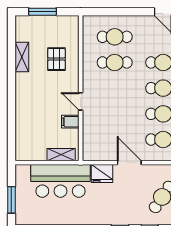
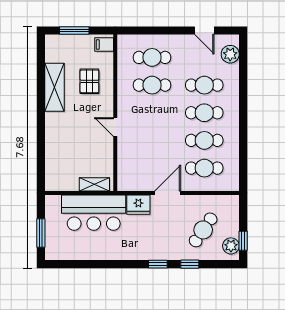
shelving: (22, 57) -> (54, 87), width x1.50, depth x1.33
filing cabinet: (70, 122) -> (104, 45), moved
door: (129, 163) -> (168, 193), hinge flipped

